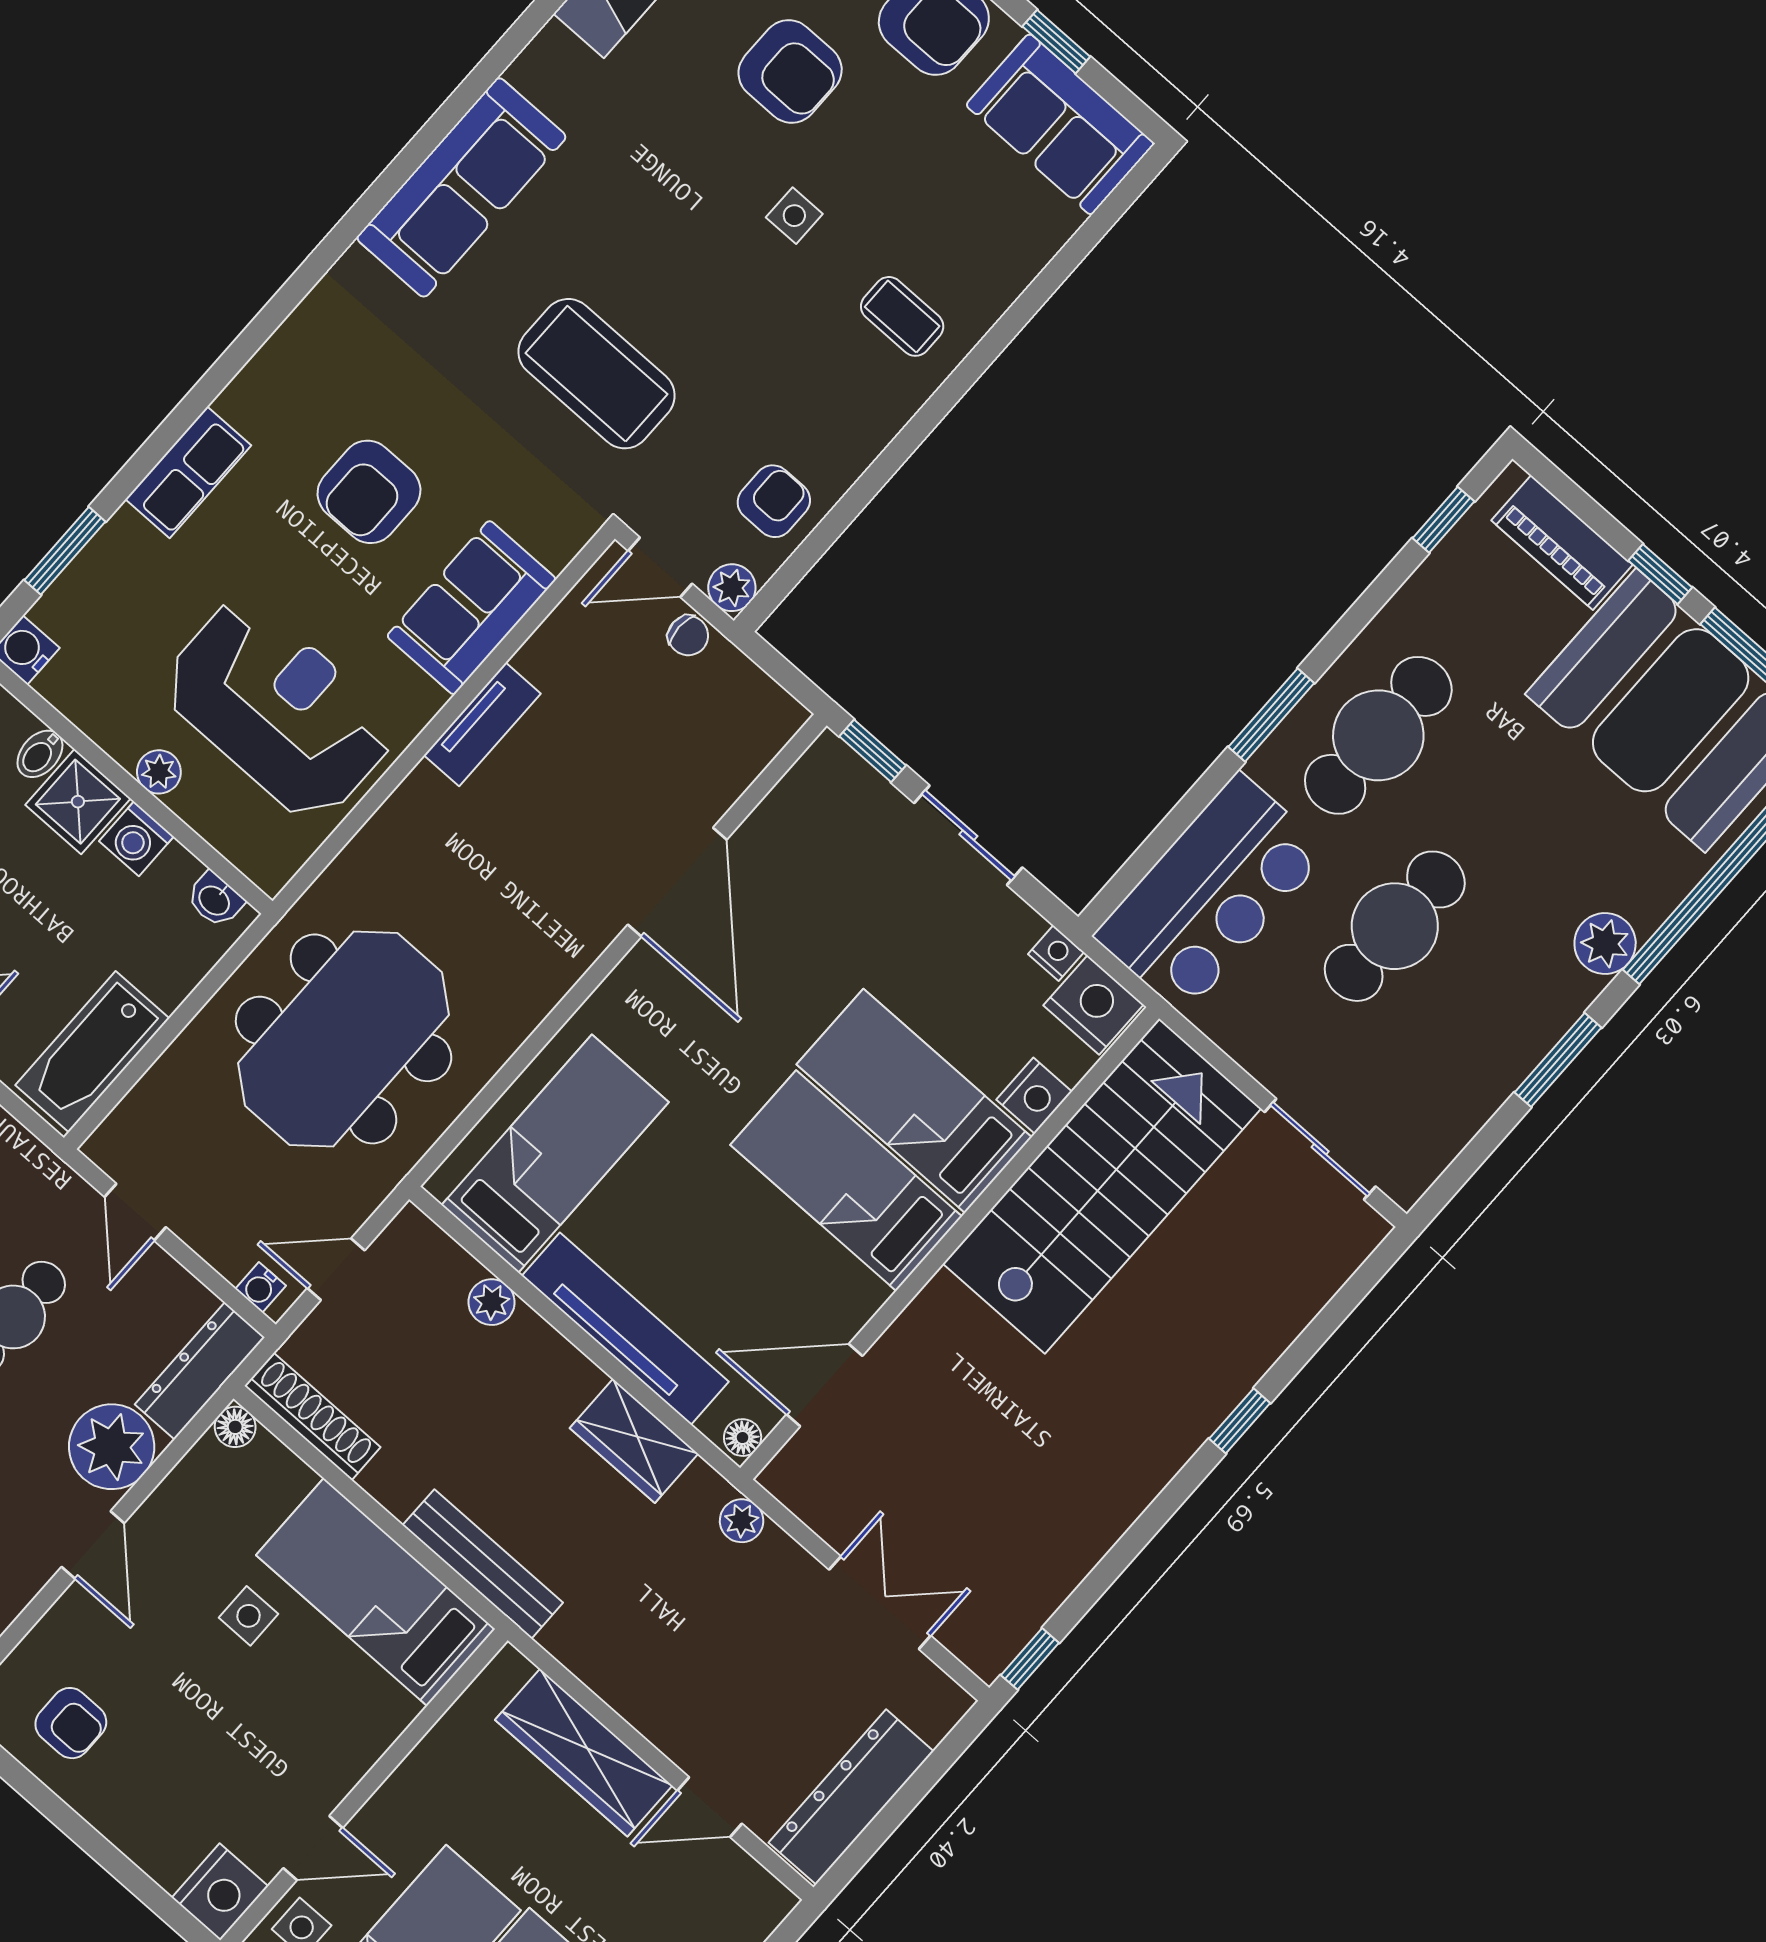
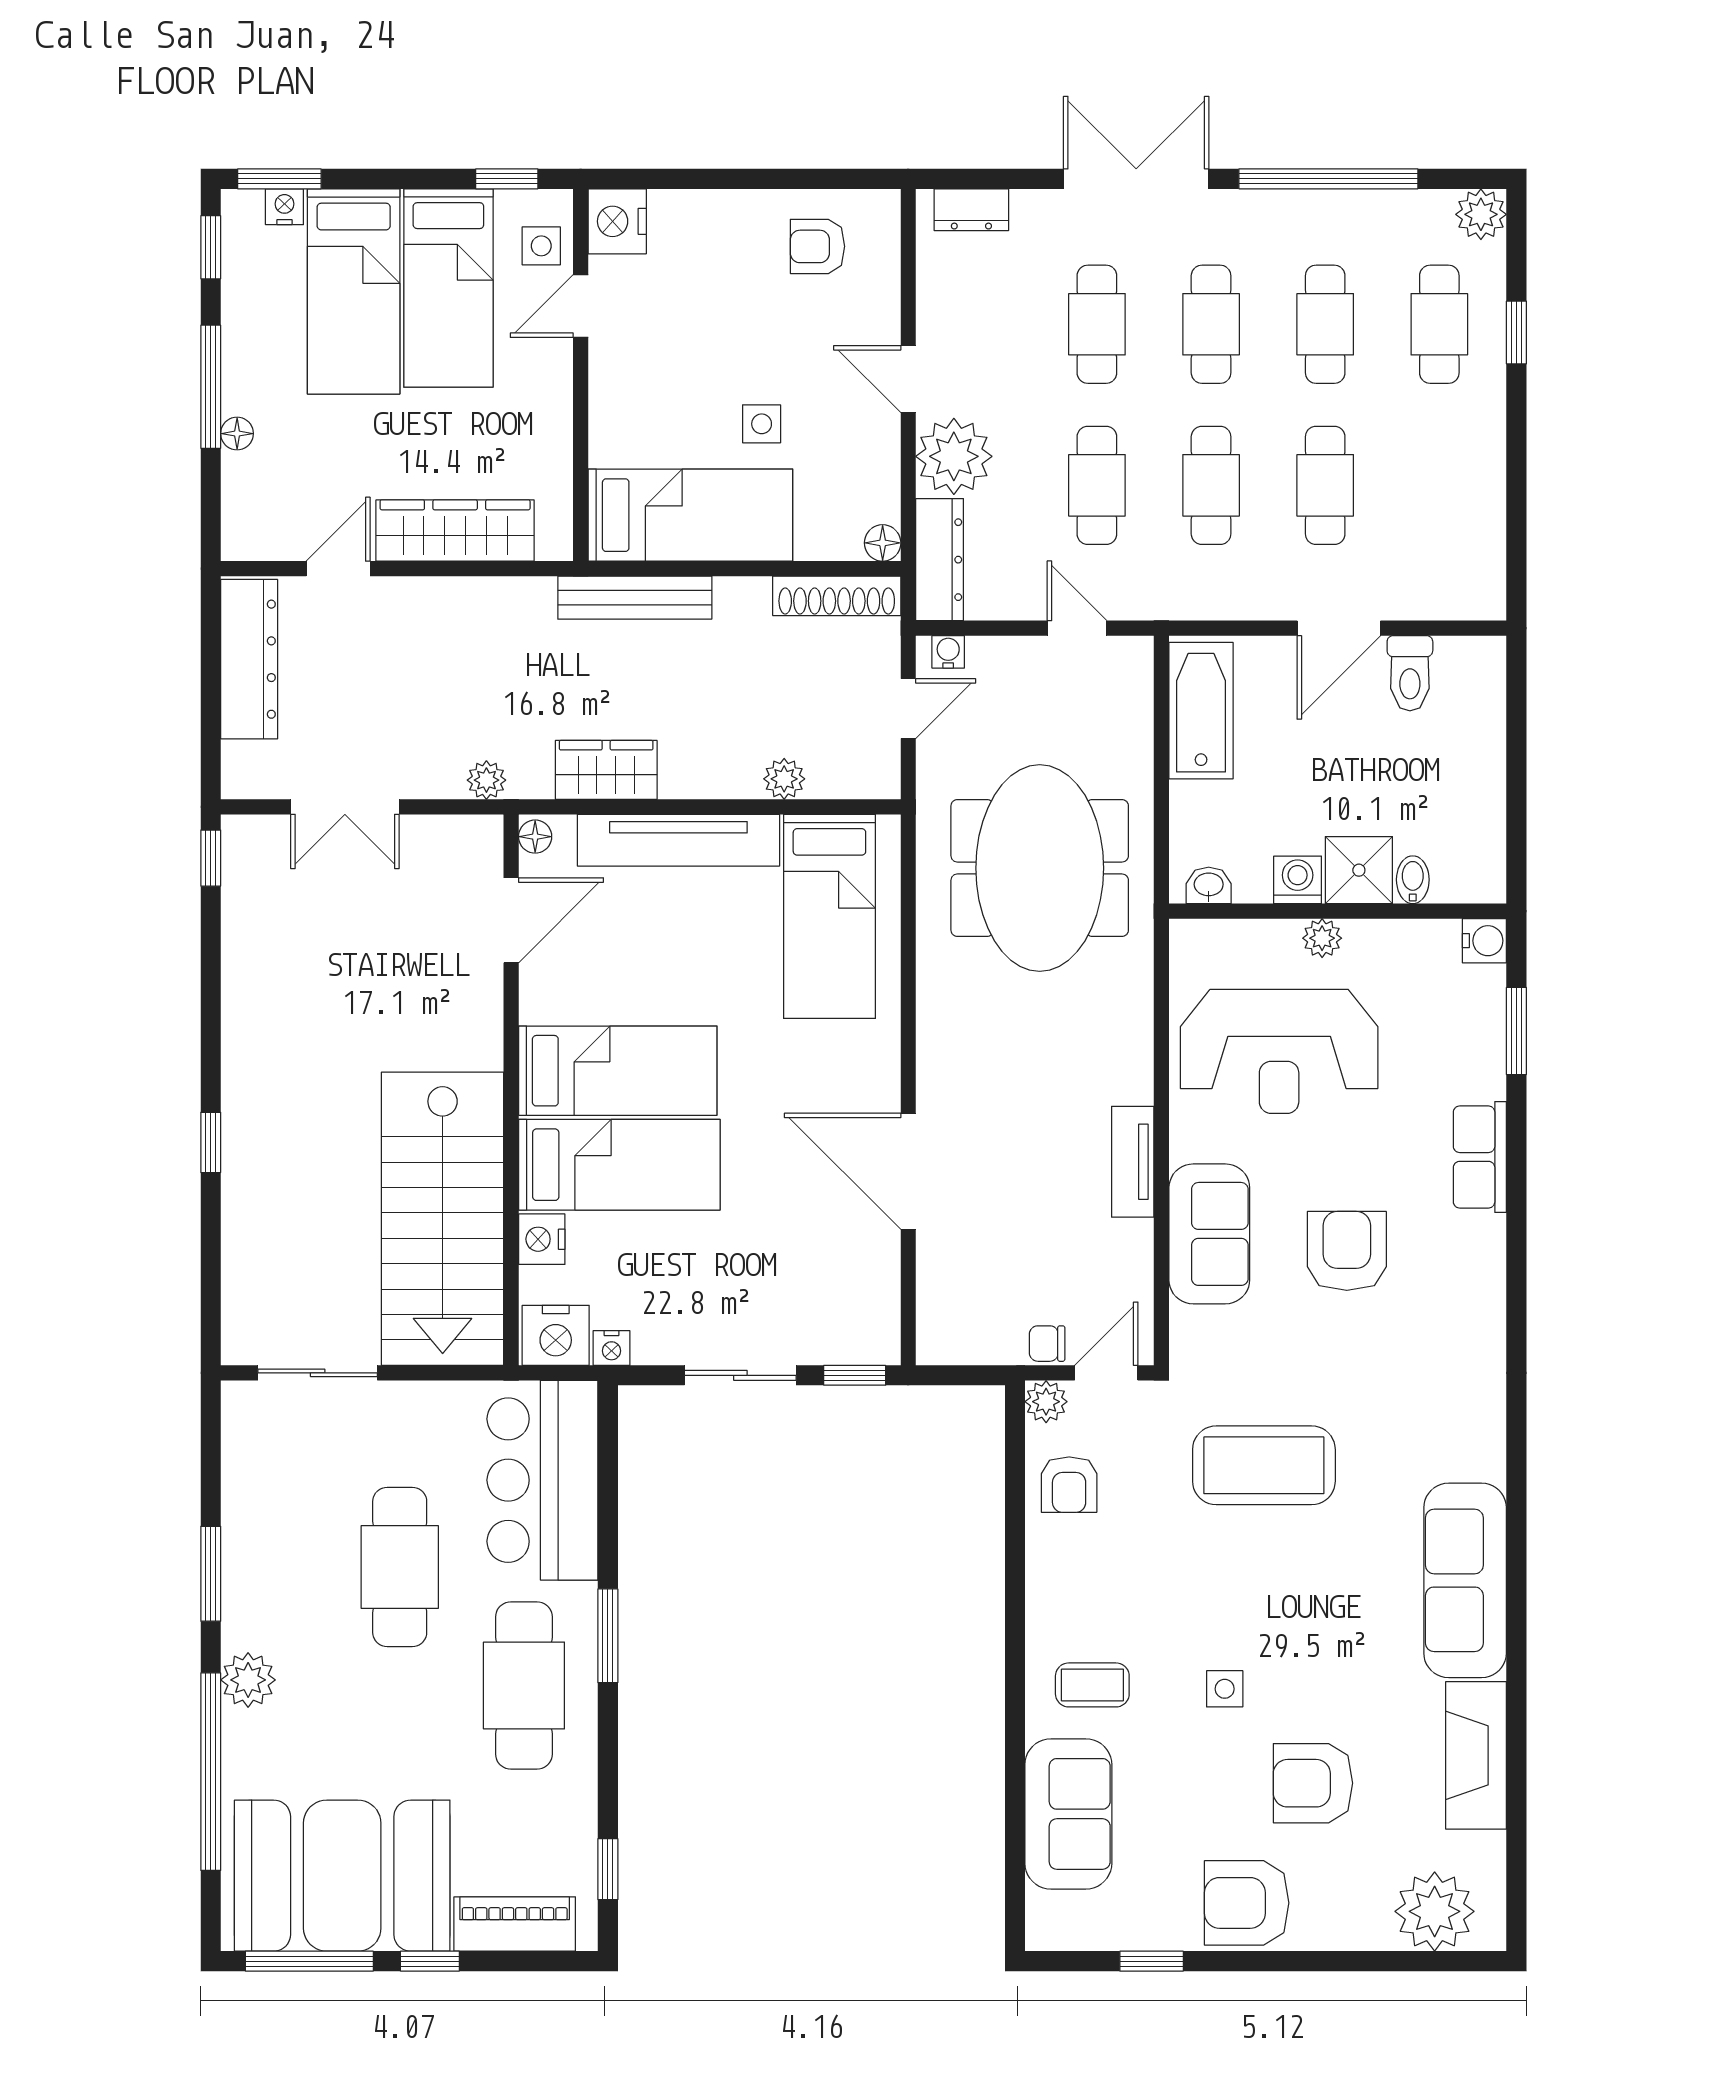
sofa: (1060, 124) -> (1068, 1814), moved, turned 90
sofa: (461, 187) -> (1465, 1580), moved

